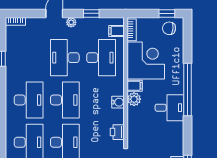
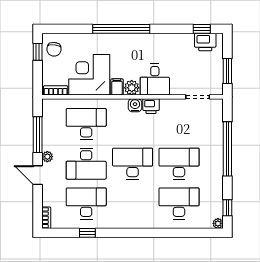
window: (91, 13) -> (38, 135), width x2.17
filing cabinet: (117, 31) -> (57, 107), removed
desk: (29, 100) -> (86, 203), moved
desk: (169, 108) -> (155, 80), moved, turned 180
printer: (117, 132) -> (151, 106), moved

